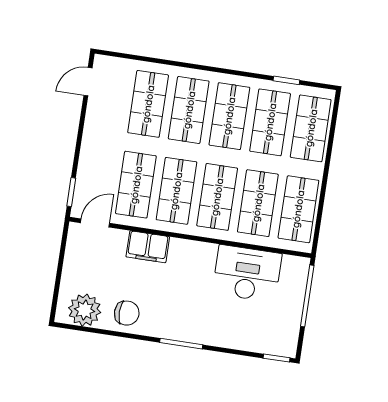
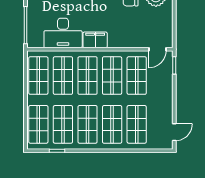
filing cabinet: (148, 247) -> (95, 40), moved

